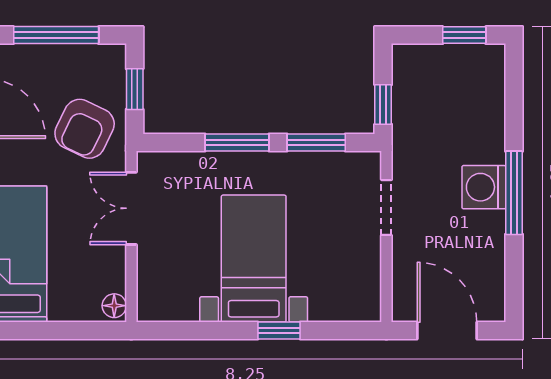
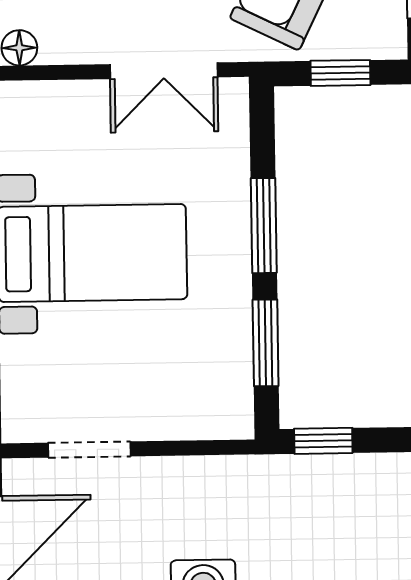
double door: (131, 208) -> (164, 71), swing flipped
doorway: (386, 208) -> (89, 450), moved

